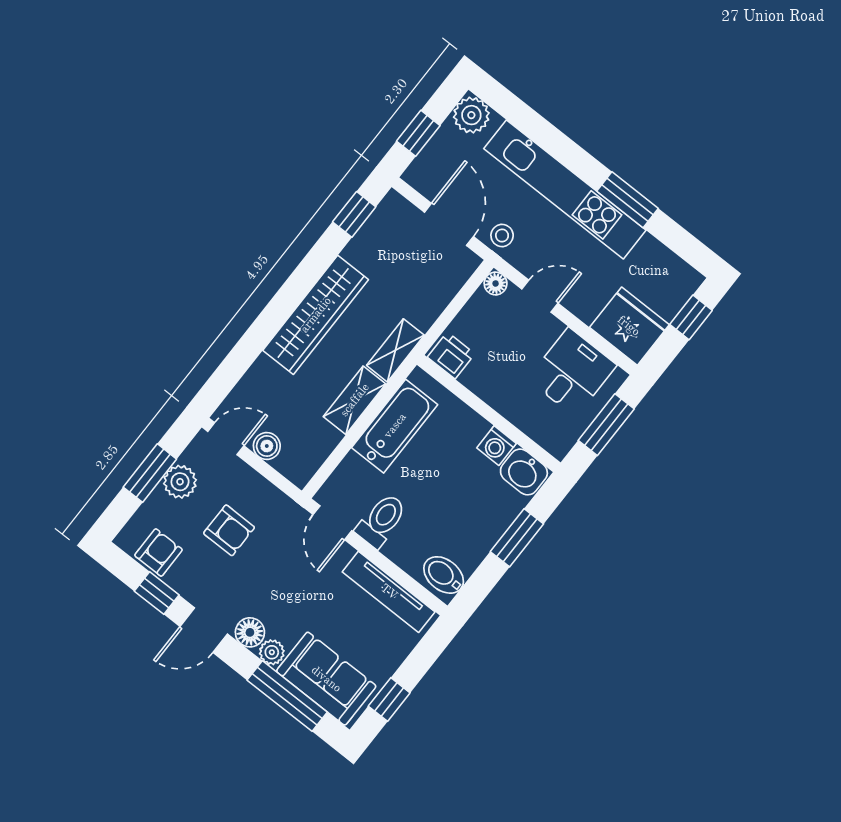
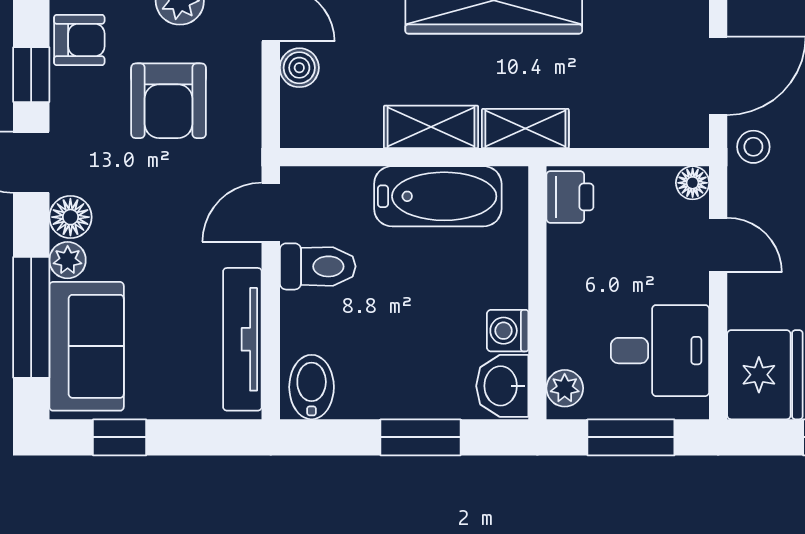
plant: (552, 439) -> (565, 388), added
armchair: (229, 530) -> (169, 101), width x1.38, depth x1.38

